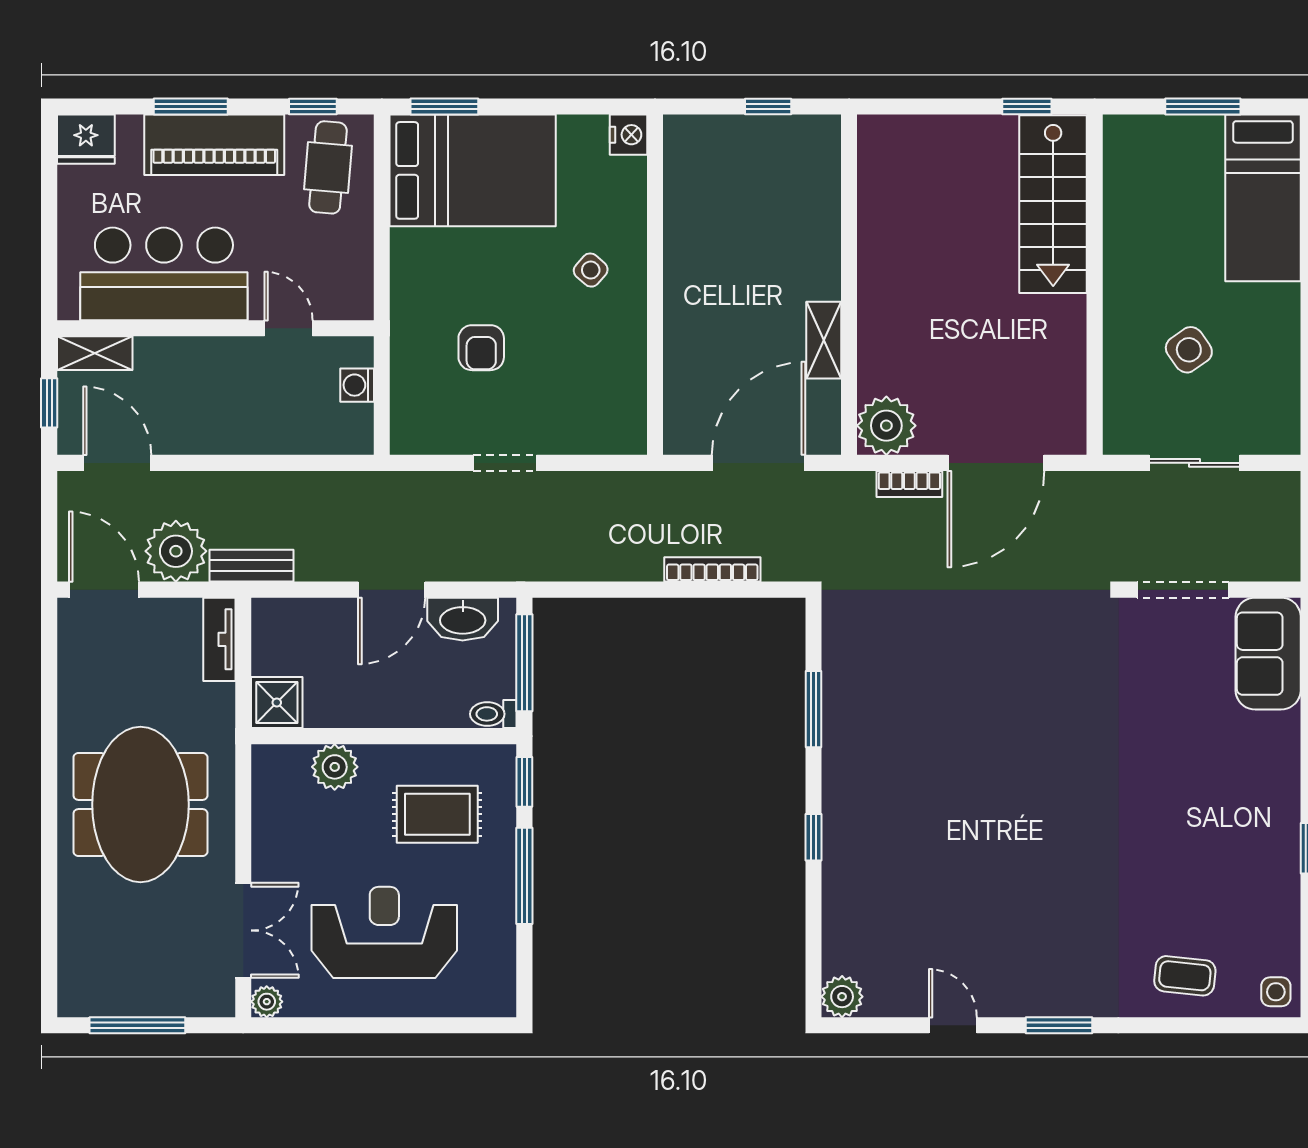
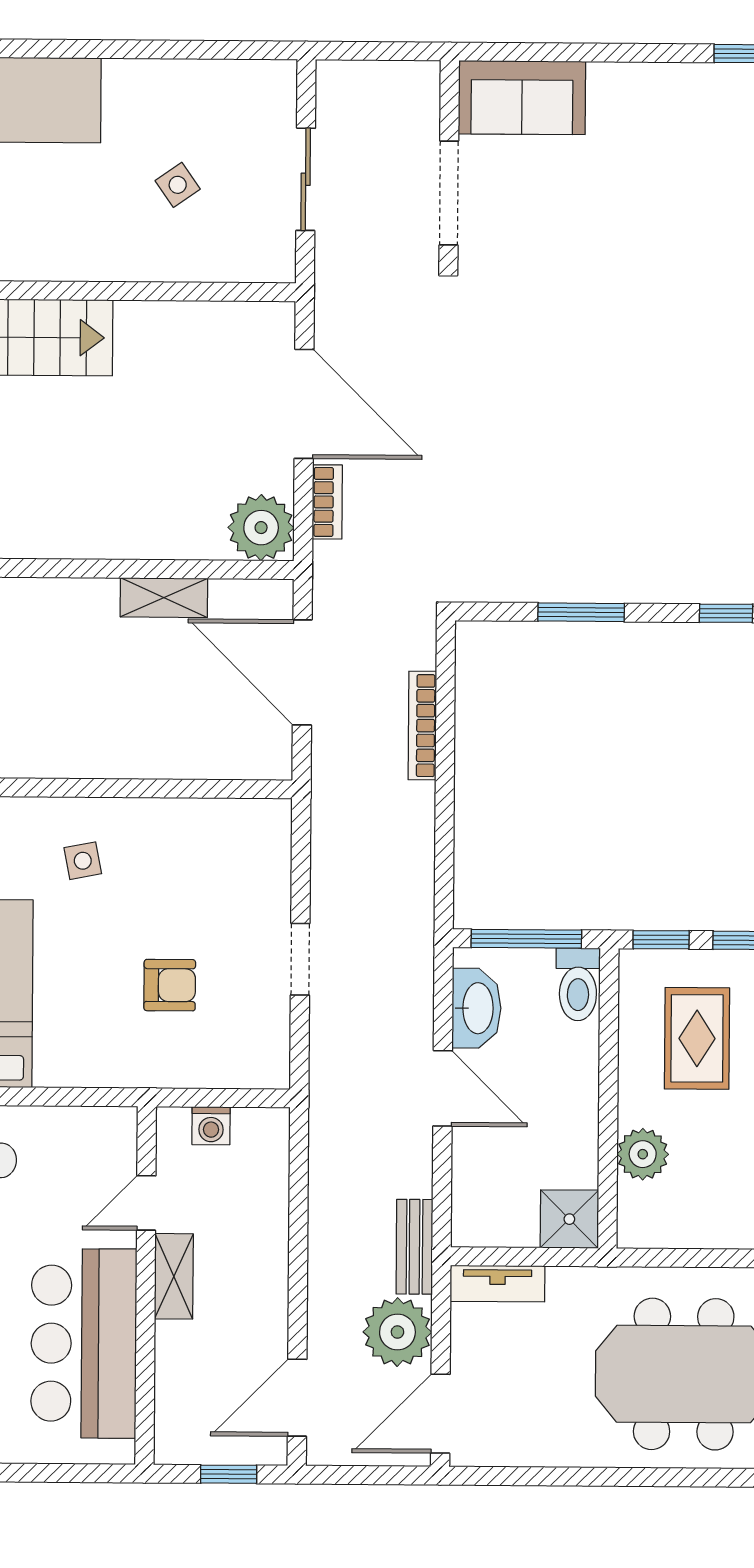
side table: (591, 270) -> (83, 861), turned 38
side table: (1189, 350) -> (178, 185), width x0.73, depth x0.73
shelving: (95, 353) -> (174, 1276), moved
toilet: (493, 714) -> (578, 984), width x1.37, depth x1.39

